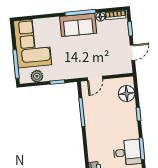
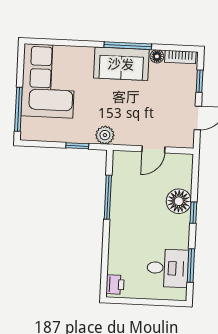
plant: (37, 76) -> (105, 135), moved
door: (95, 78) -> (153, 149), moved
floor lamp: (127, 94) -> (179, 201), moved

